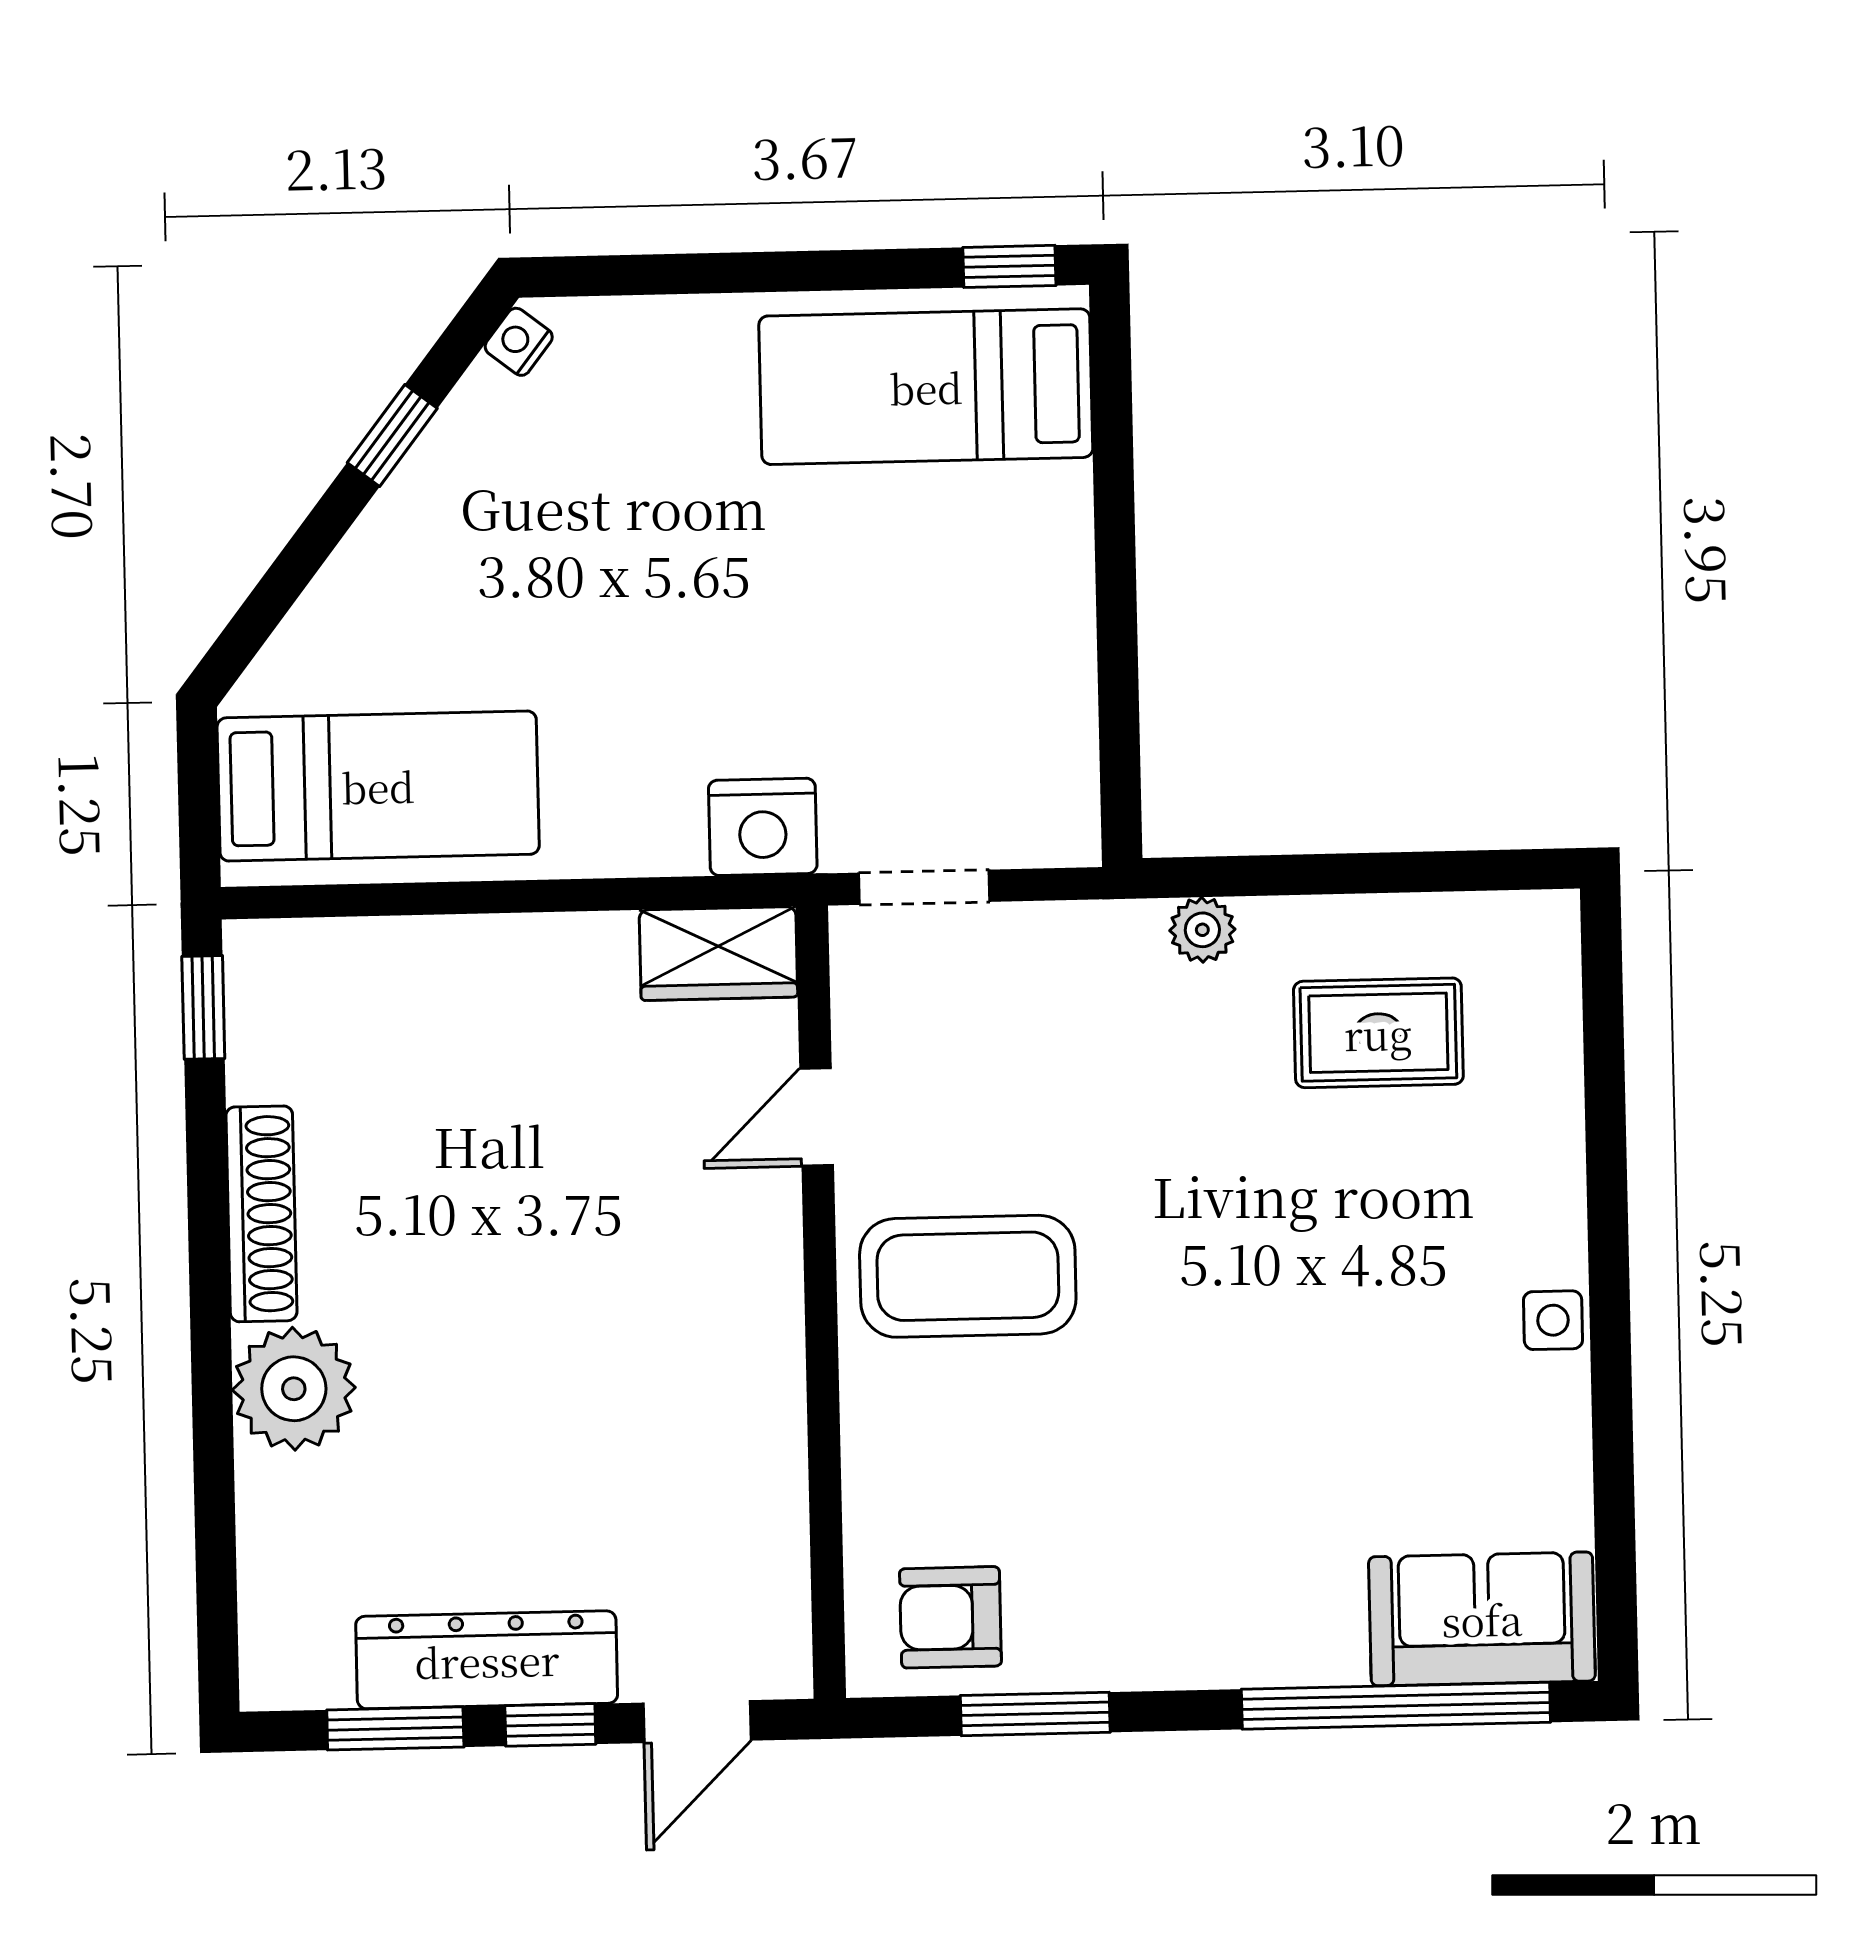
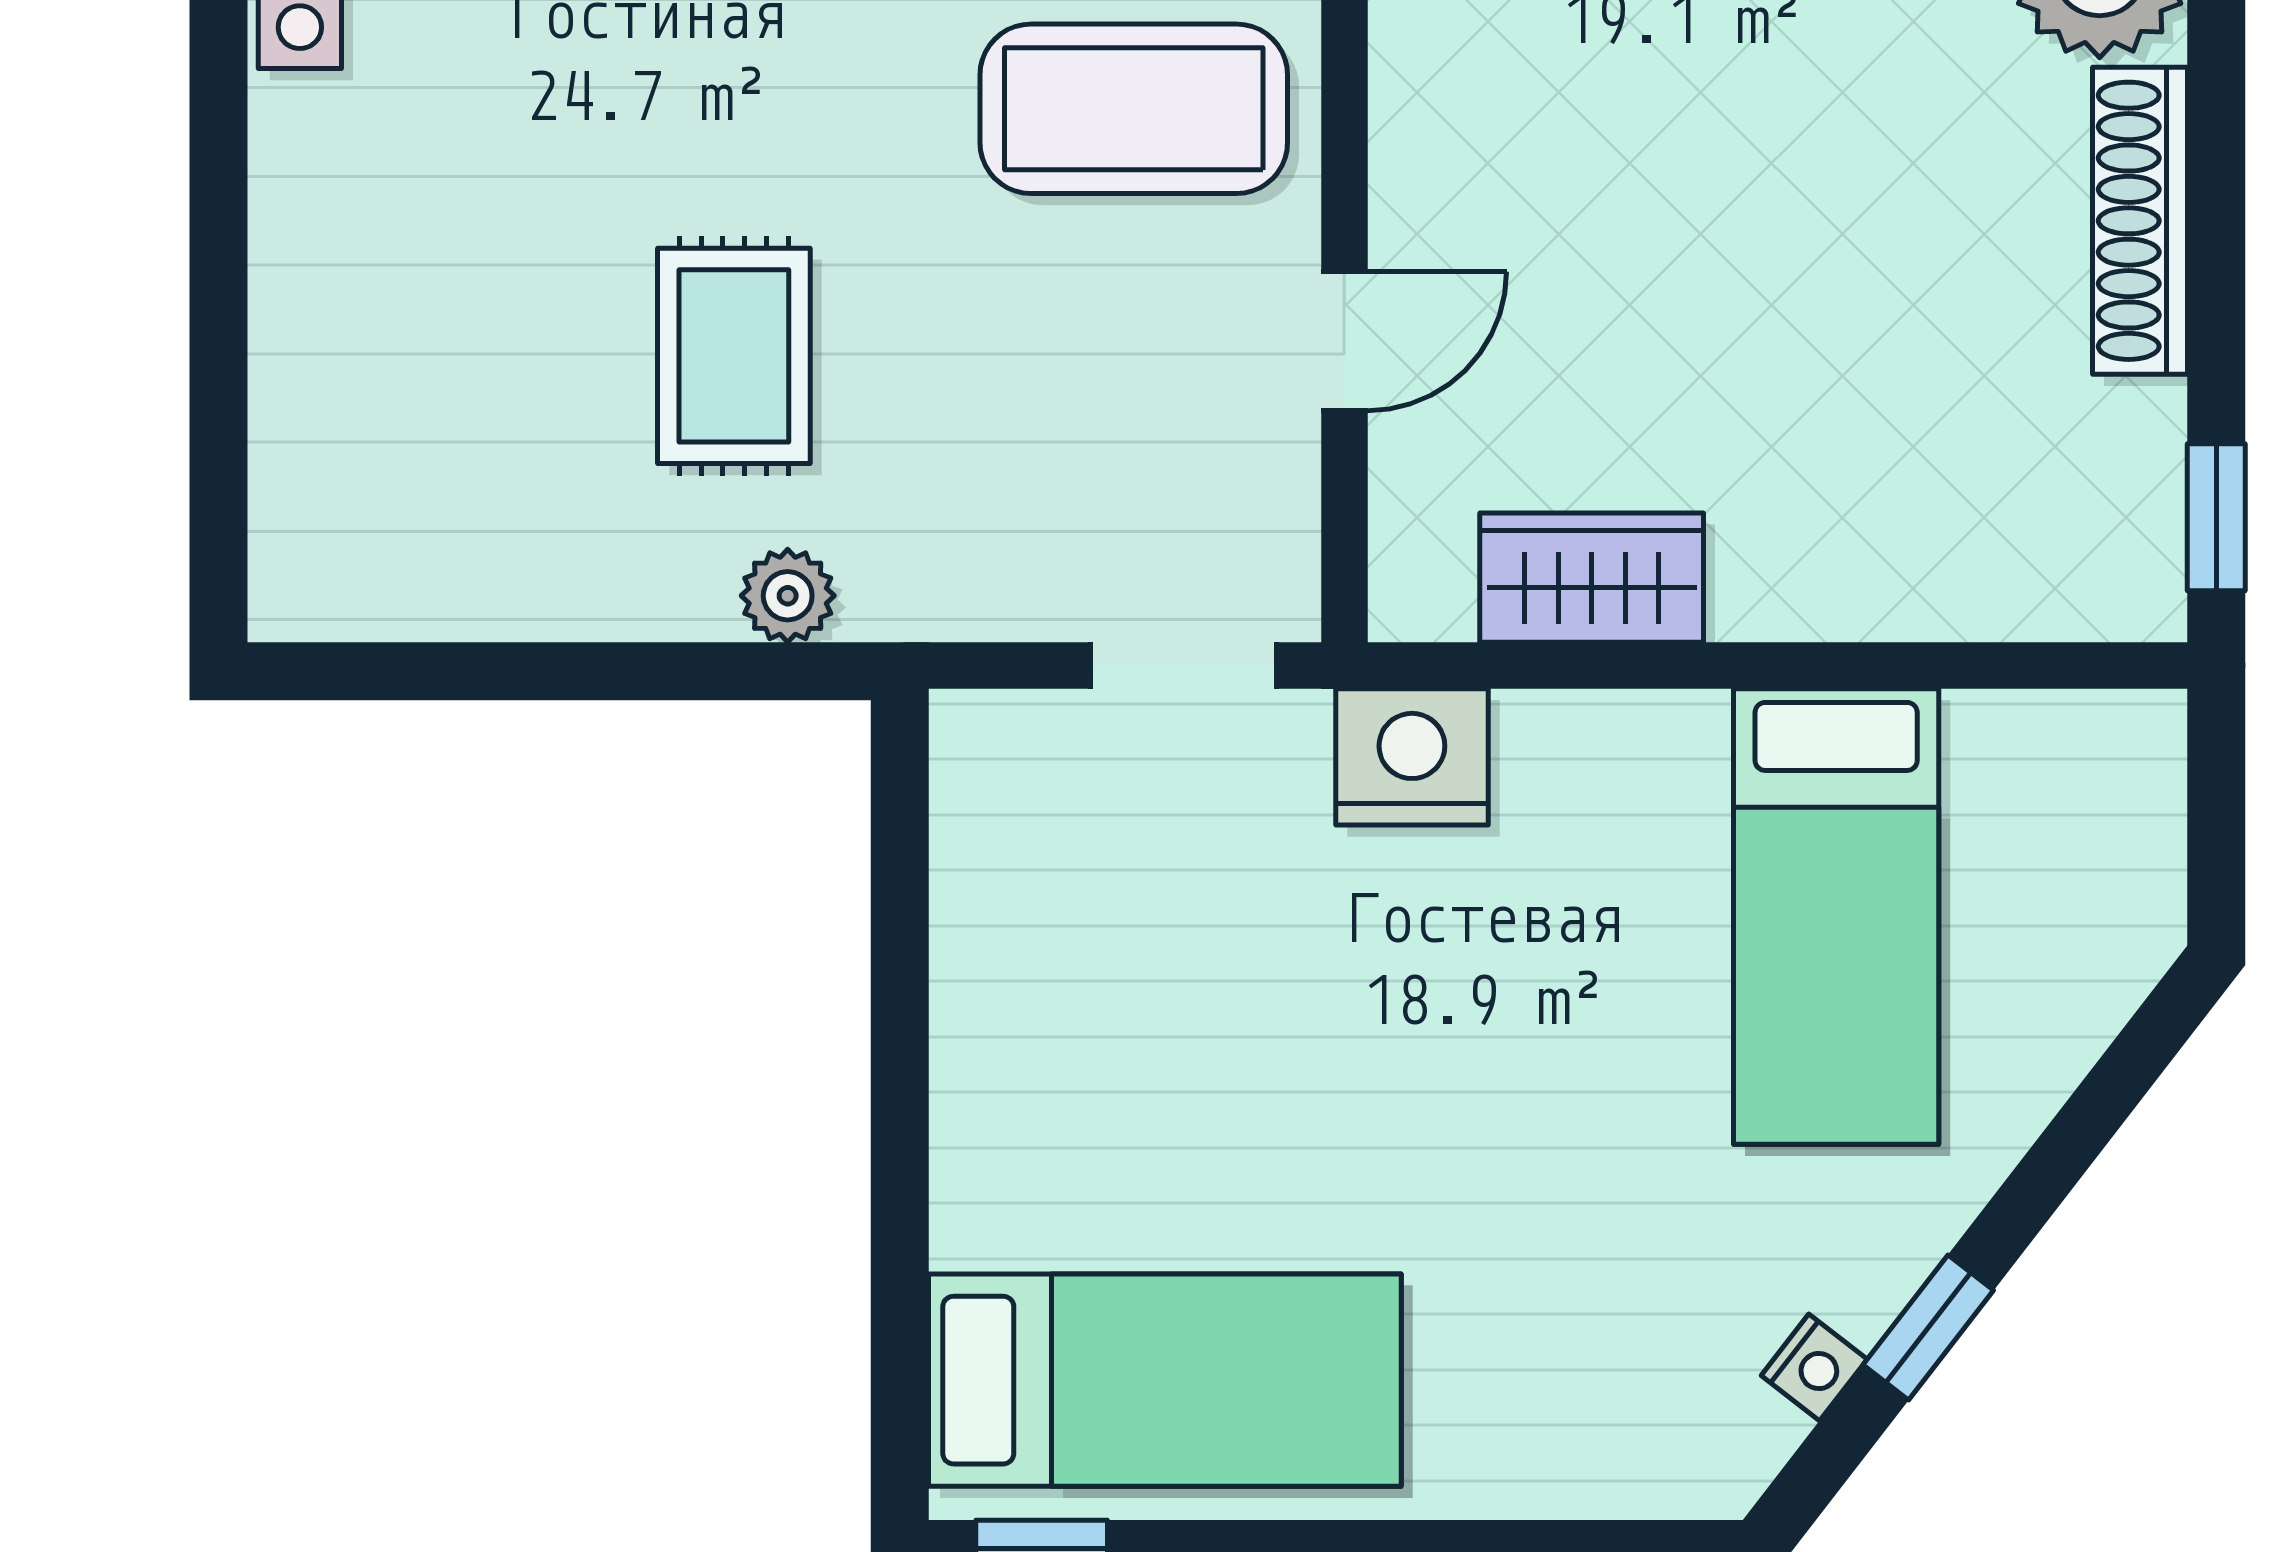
nightstand: (519, 342) -> (1814, 1367), moved
bed: (378, 786) -> (1836, 916), moved, turned -90
wardrobe: (718, 954) -> (1592, 578), moved
rug: (1378, 1033) -> (734, 356), moved, turned 90

